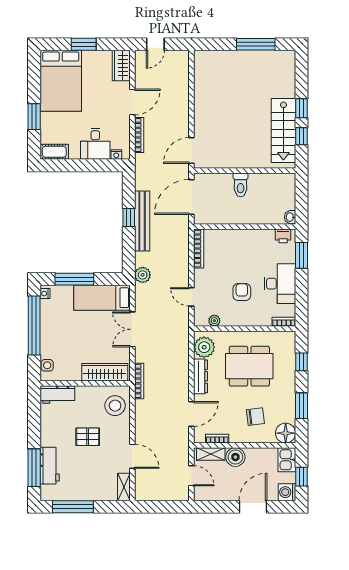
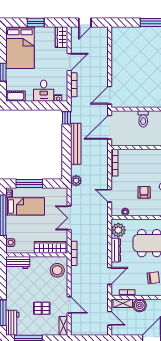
window: (129, 217) -> (67, 118), moved
bed: (102, 298) -> (25, 206), moved, turned 180
pallet: (88, 437) -> (42, 308), moved
workbench: (50, 466) -> (12, 323), moved

